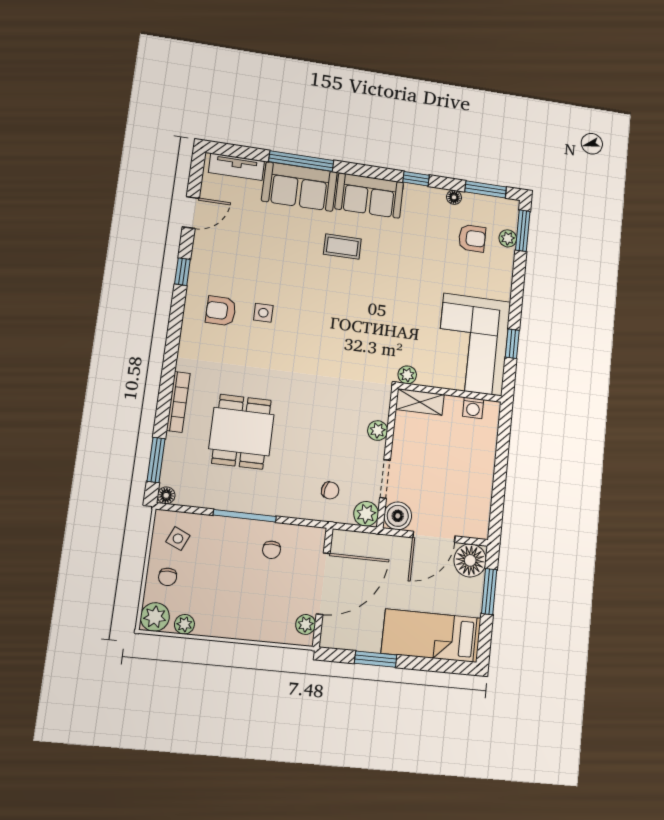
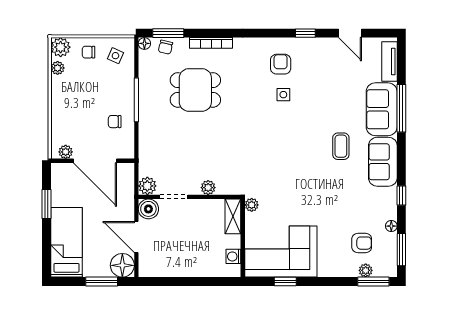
armchair: (472, 238) -> (362, 243), turned -90
chair: (330, 490) -> (165, 47), moved

